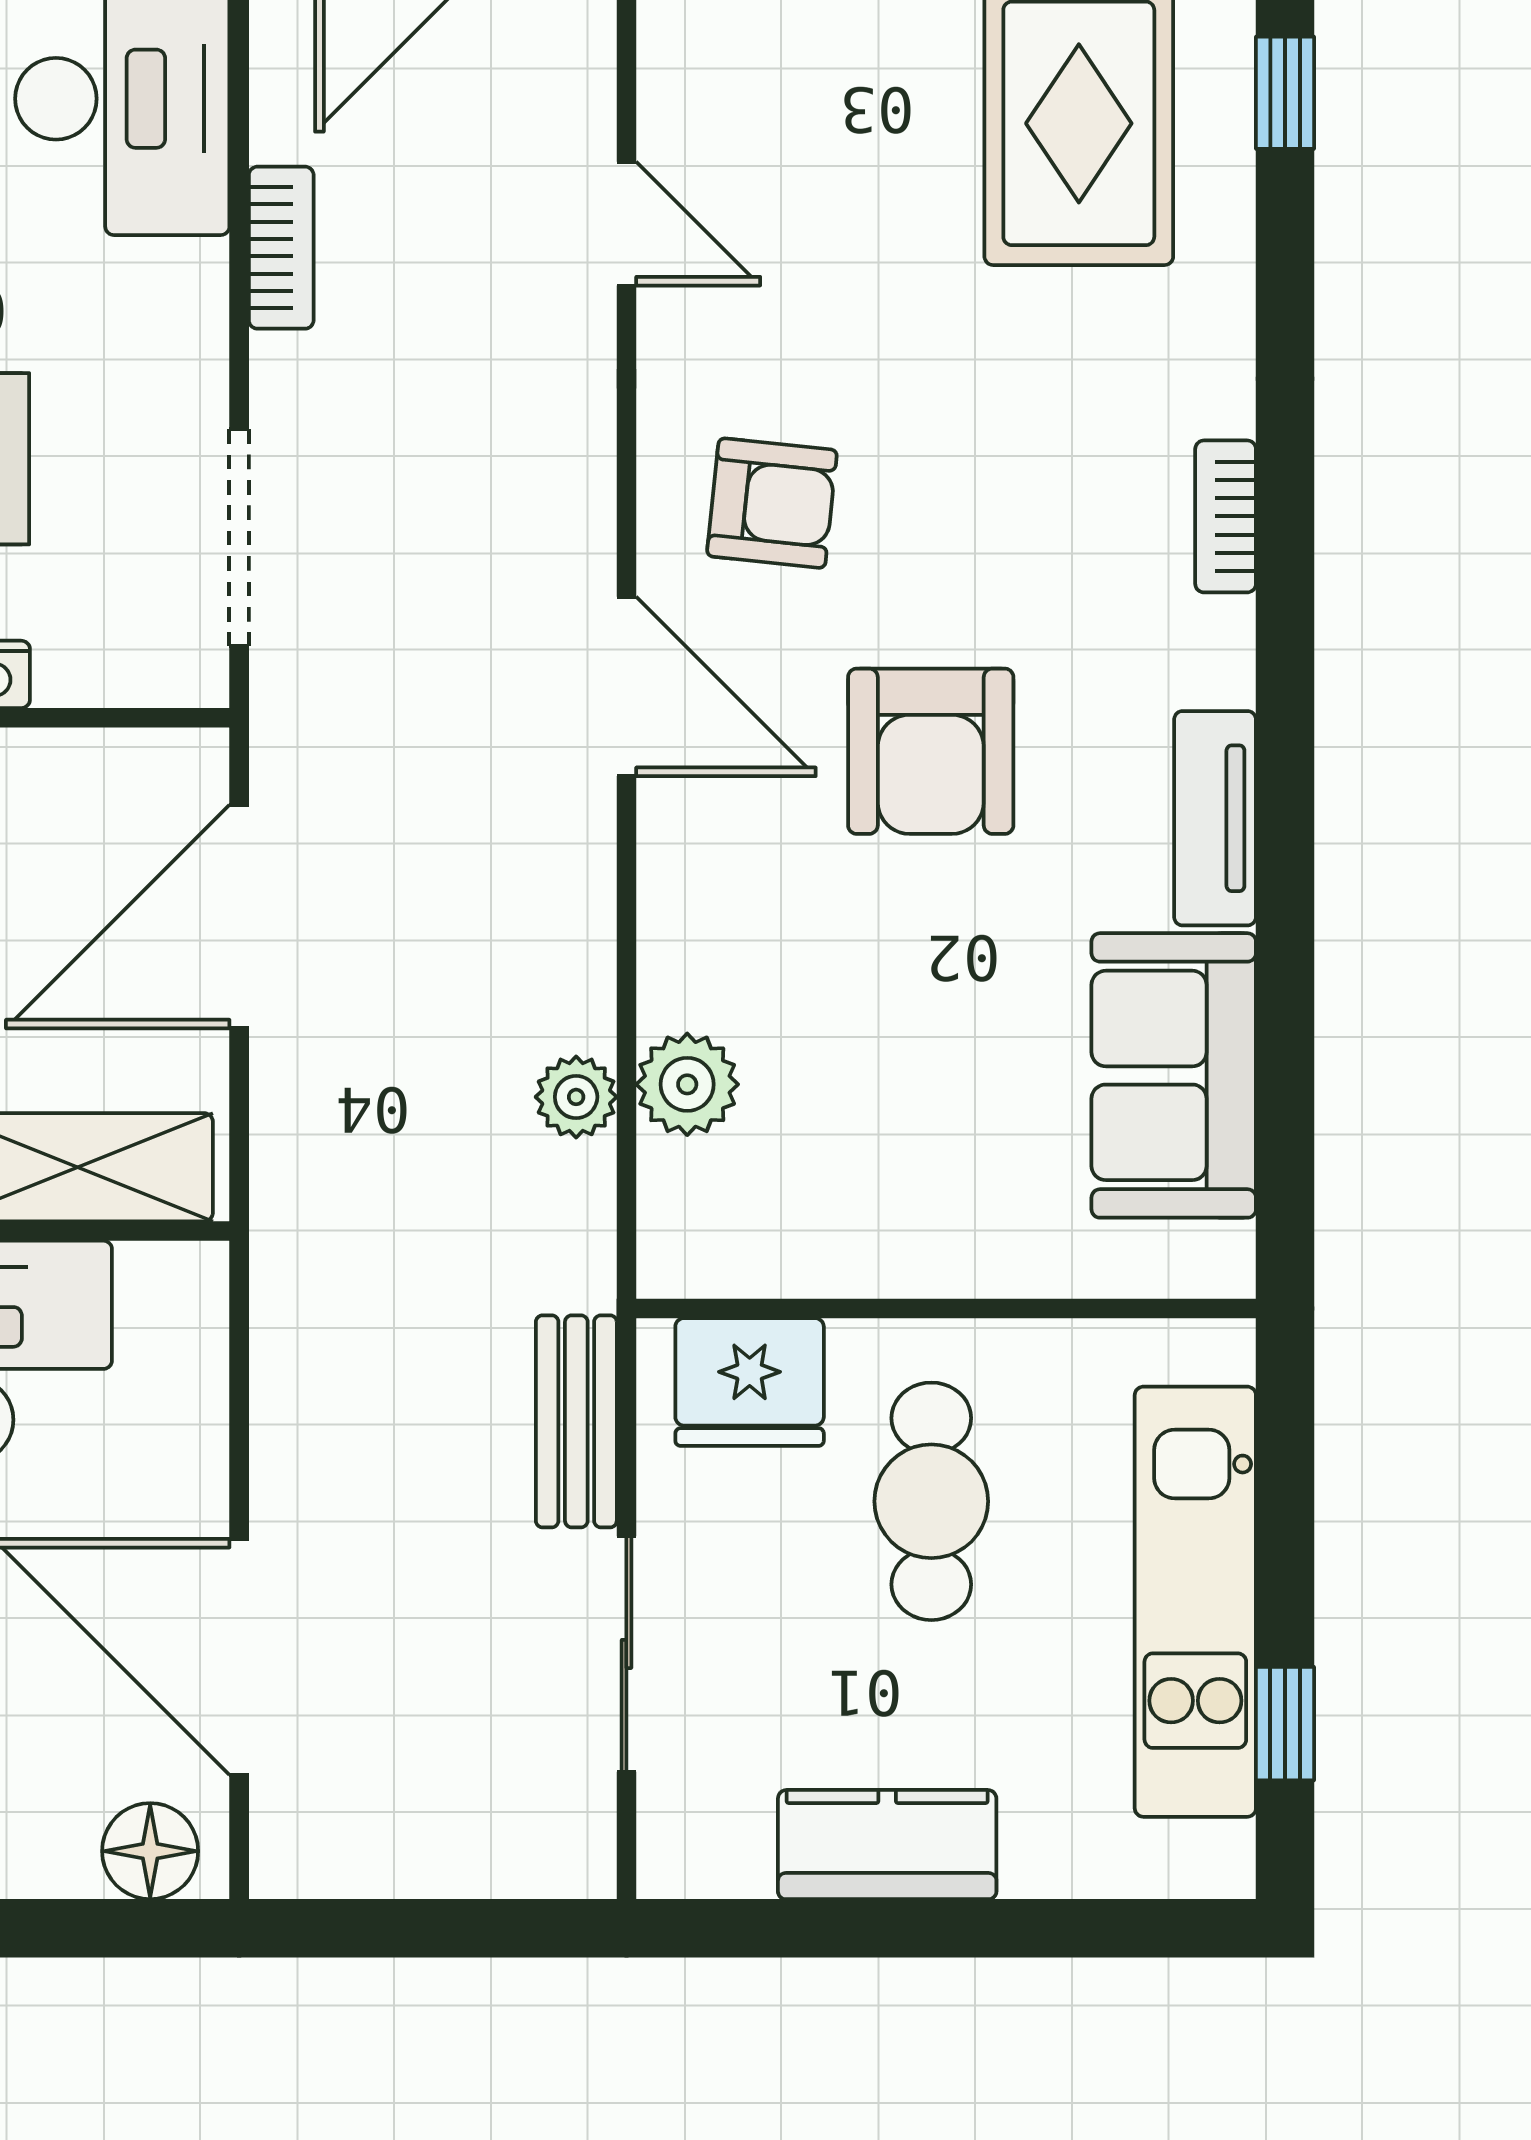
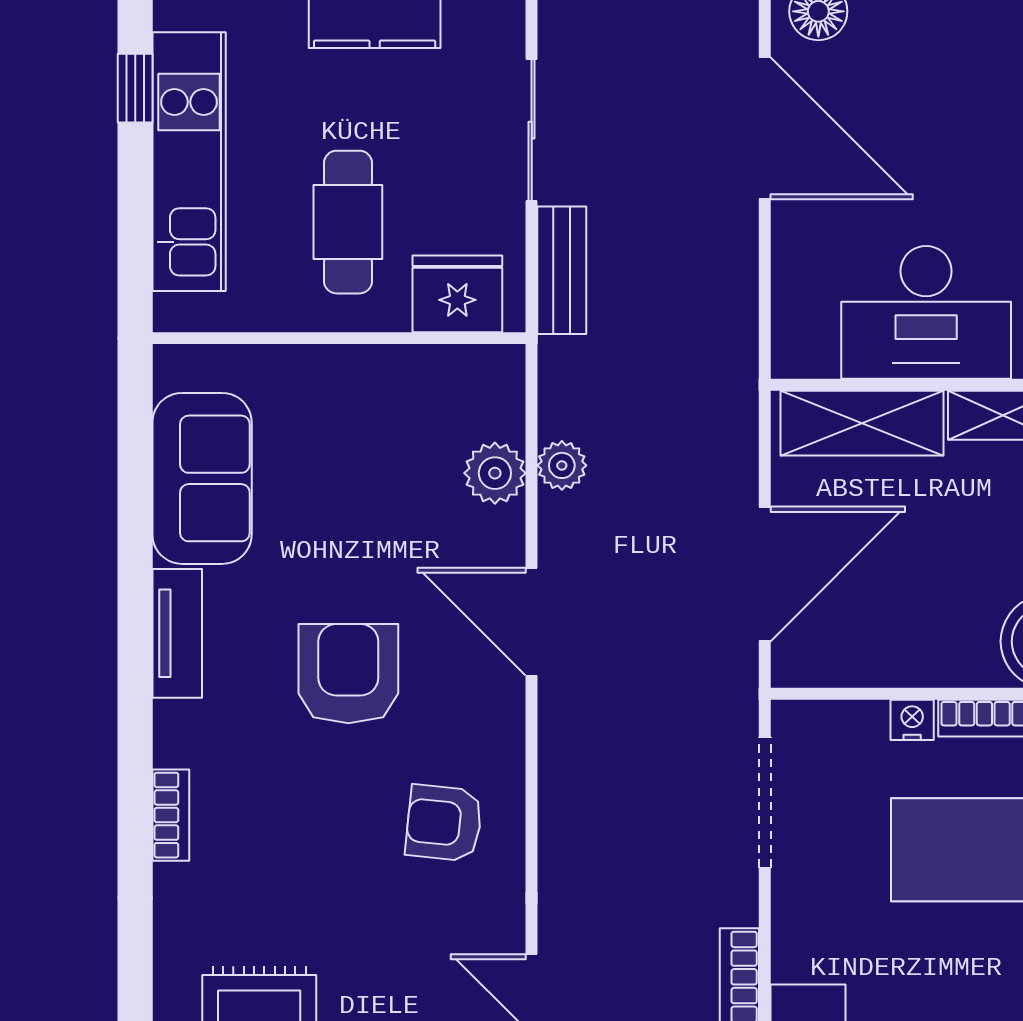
door: (626, 686) -> (532, 622), moved

